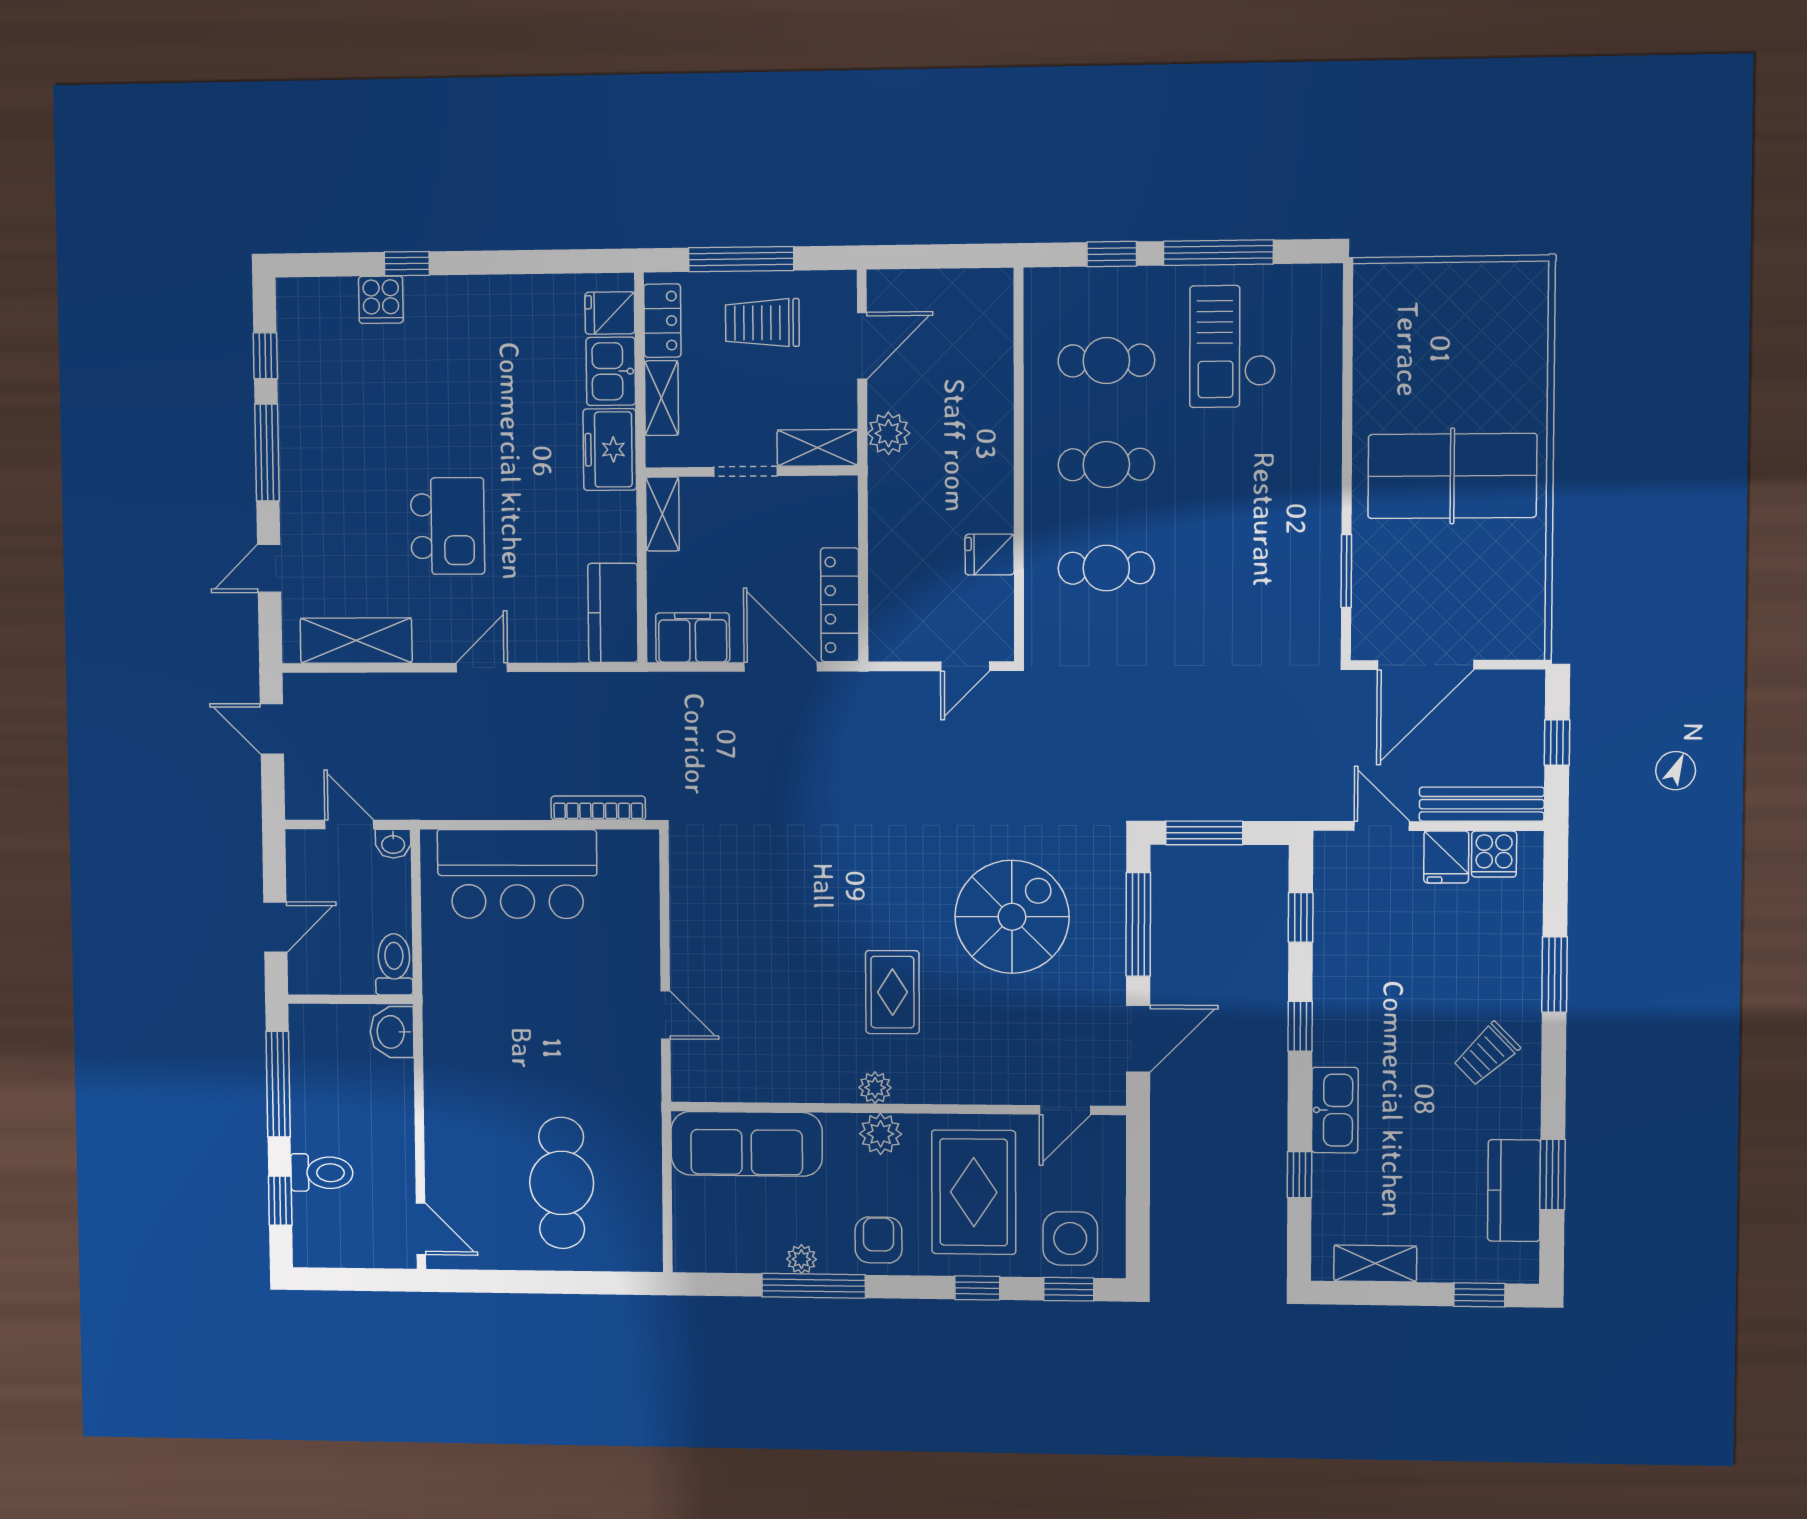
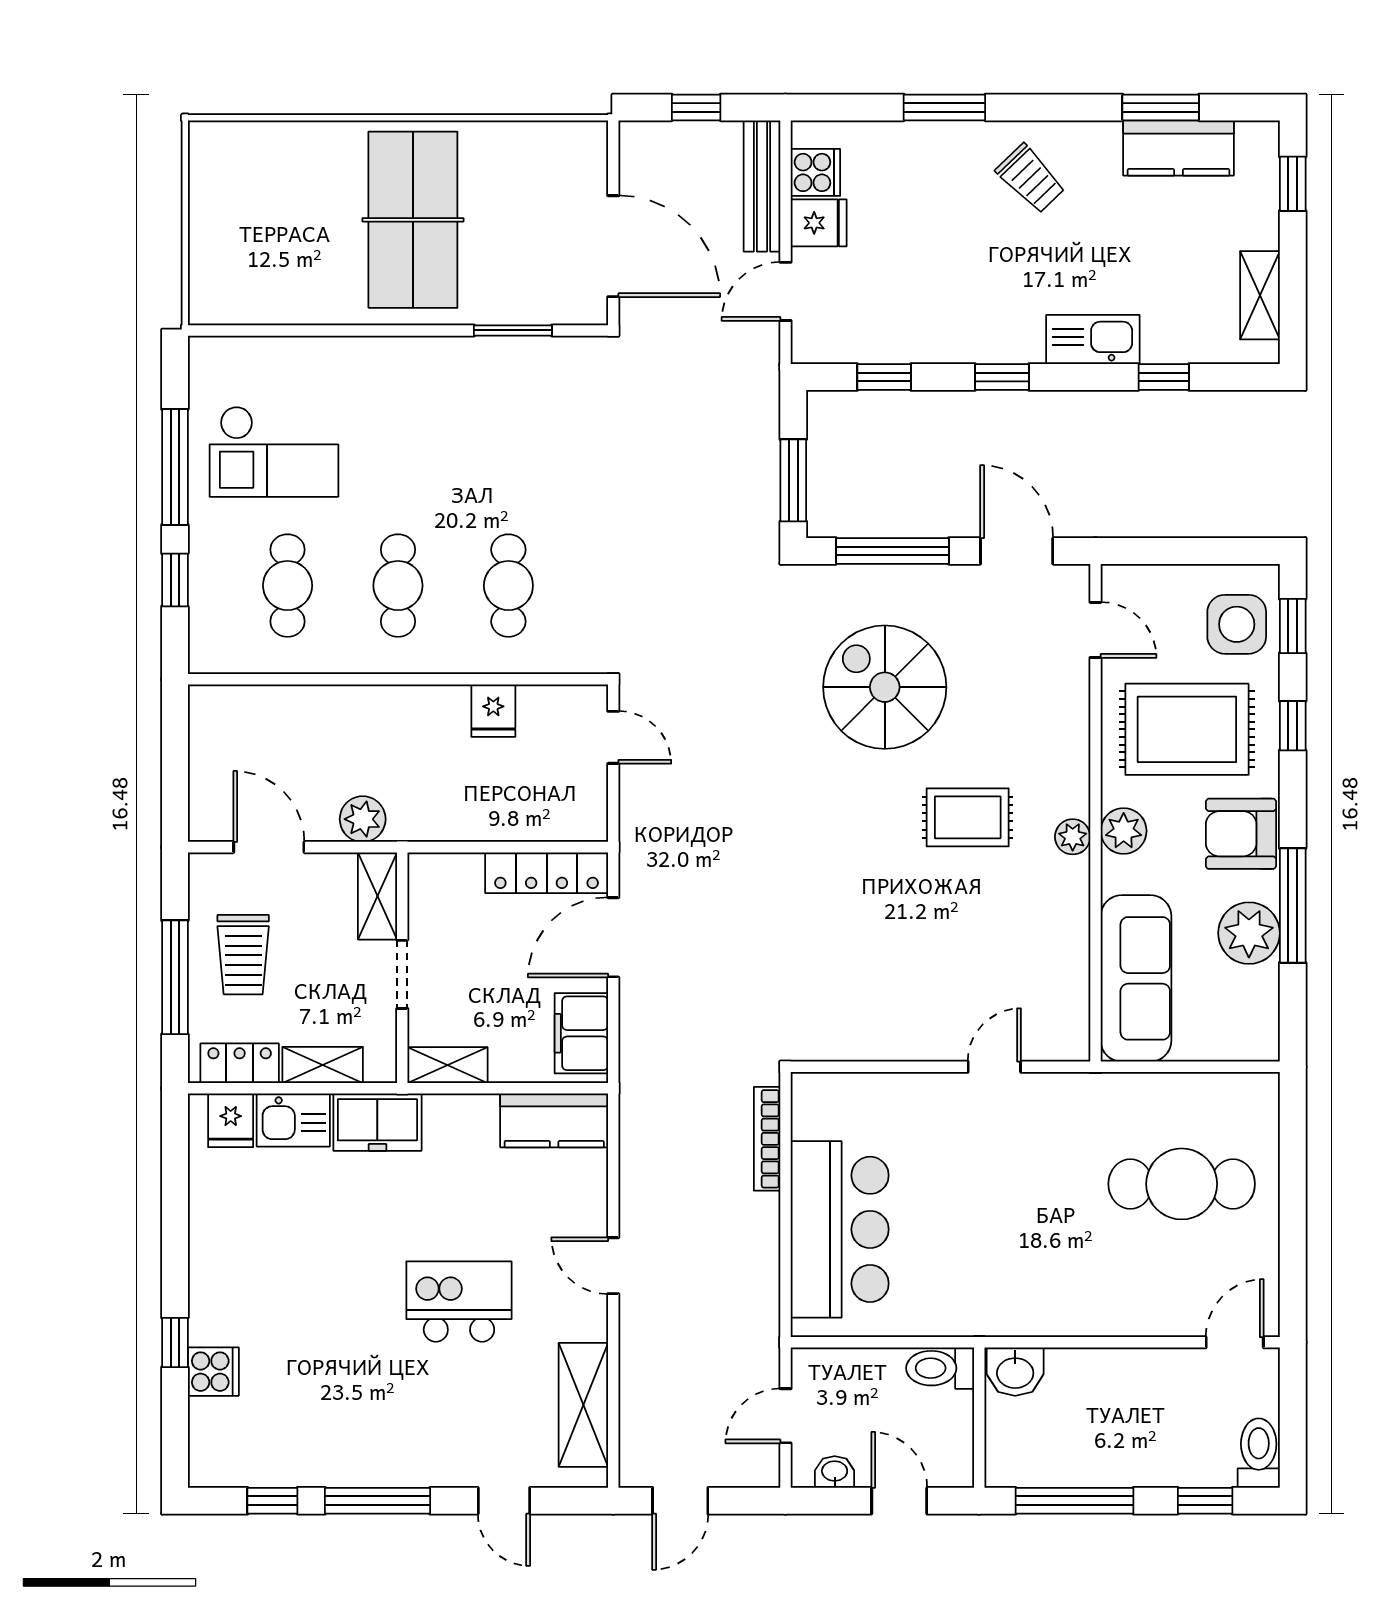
washbasin: (393, 844) -> (835, 1472), moved, turned -90
toilet: (322, 1173) -> (1259, 1453), moved
armchair: (879, 1240) -> (1241, 834), width x1.38, depth x1.38
plant: (801, 1259) -> (1249, 933), width x1.88, depth x1.88

